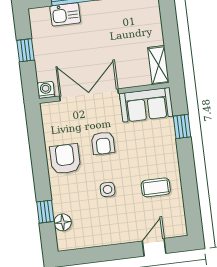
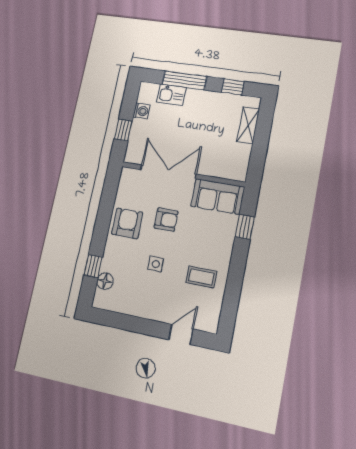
window: (26, 50) -> (123, 130), moved
shelving: (158, 65) -> (248, 125), moved
washing machine: (46, 90) -> (141, 111), moved, turned 90
armchair: (103, 143) -> (166, 220), turned -90

